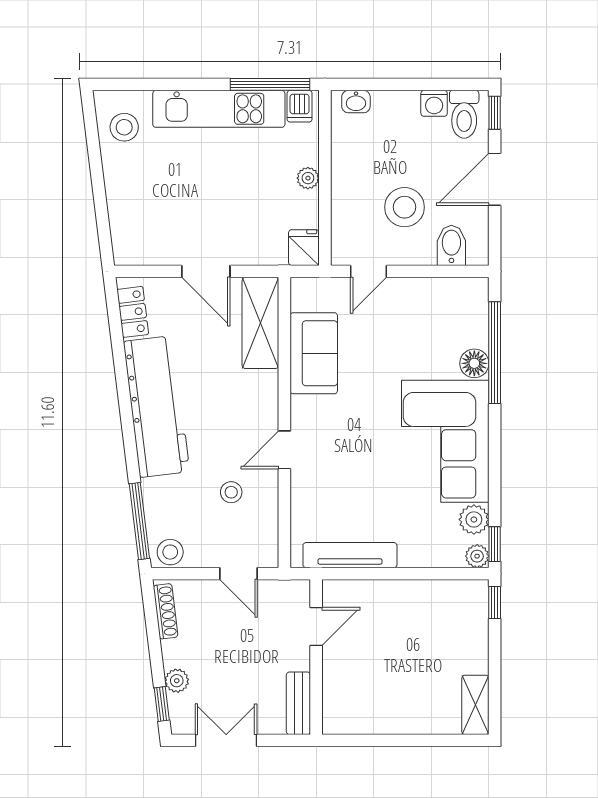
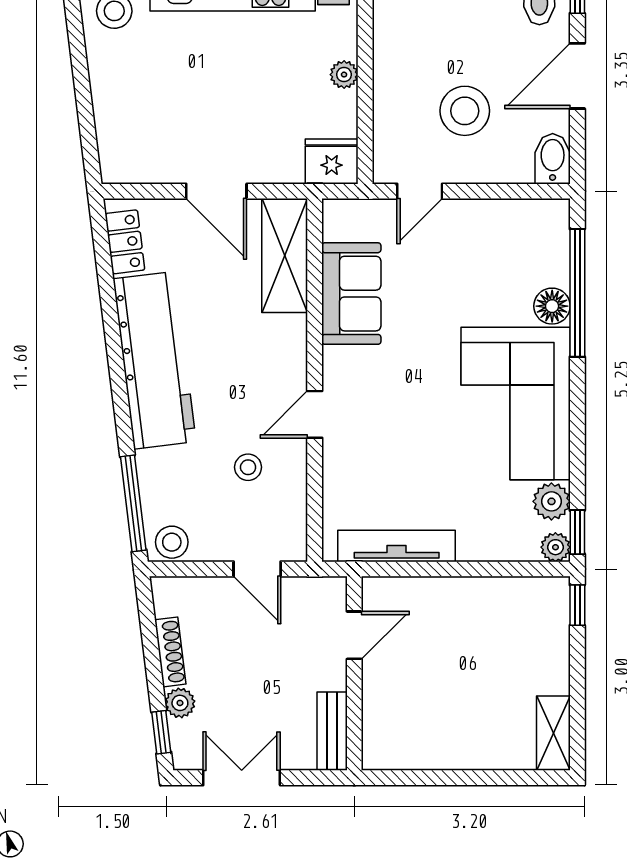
bidet: (451, 245) -> (553, 159), moved
fridge: (304, 248) -> (332, 161), width x1.38
shoe rack: (166, 611) -> (170, 652), moved

